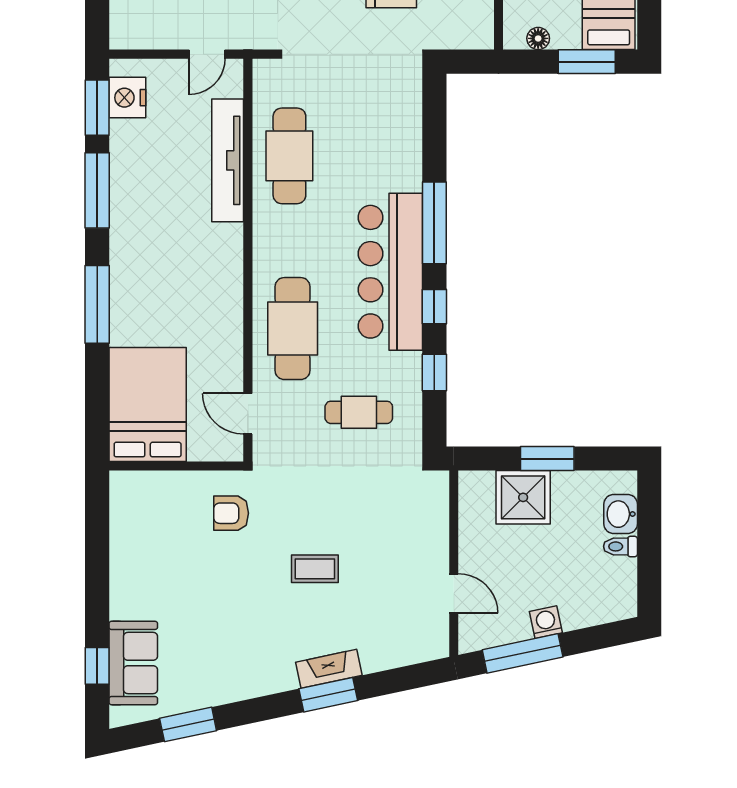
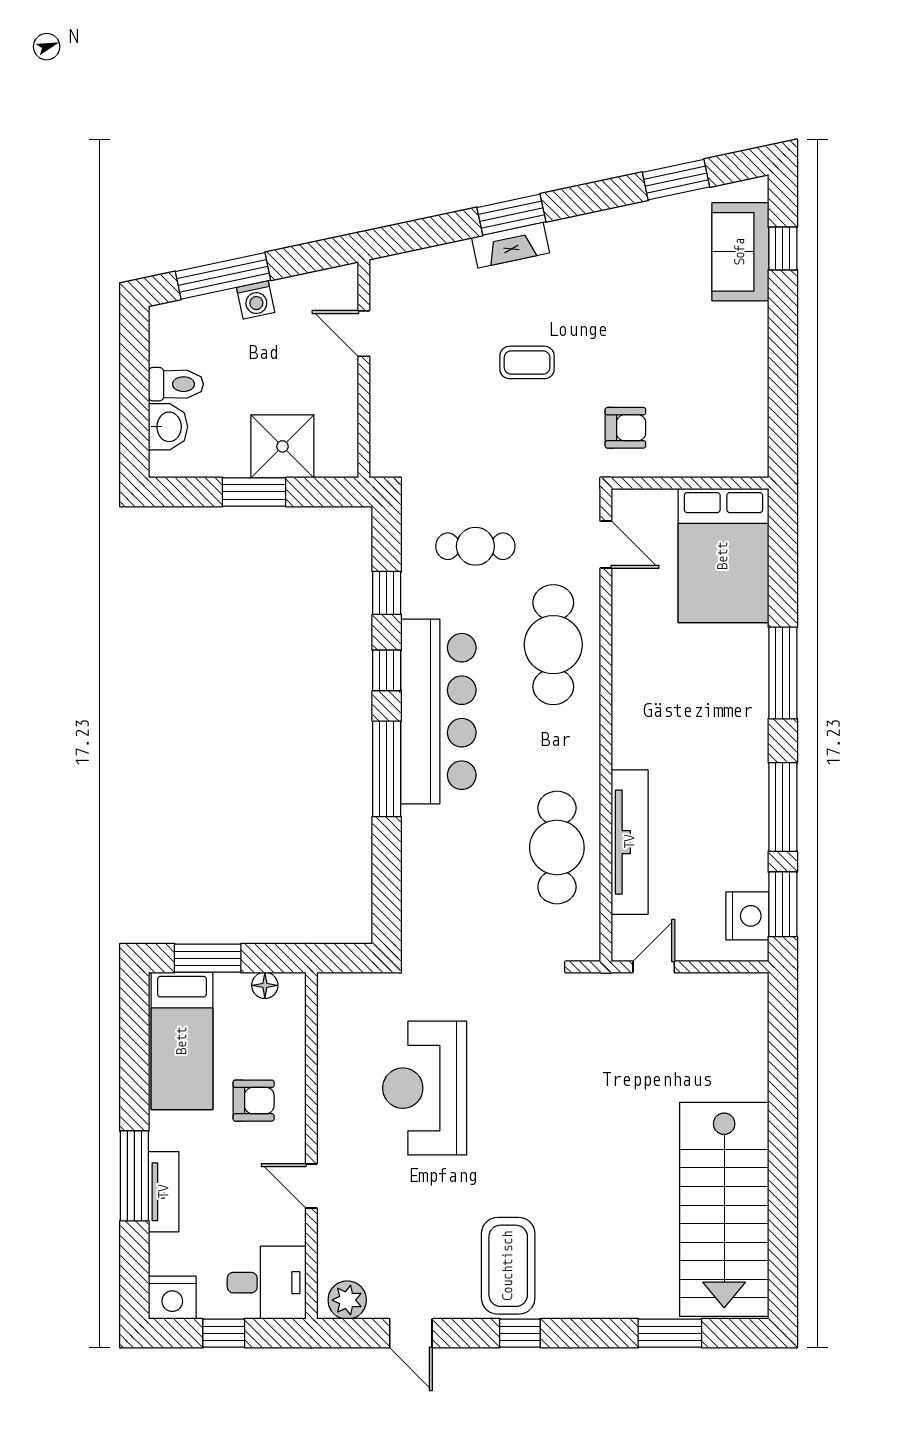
toilet: (620, 546) -> (176, 384), width x1.37, depth x1.39
window: (523, 653) -> (223, 276), moved

